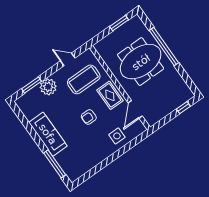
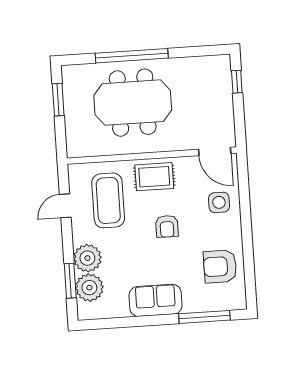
meeting table: (141, 62) -> (133, 103), turned 90
plant: (34, 97) -> (89, 288), added
door: (135, 109) -> (215, 151), moved
sofa: (48, 134) -> (155, 300), width x0.73
armchair: (85, 156) -> (220, 266), added

